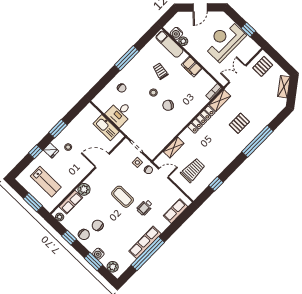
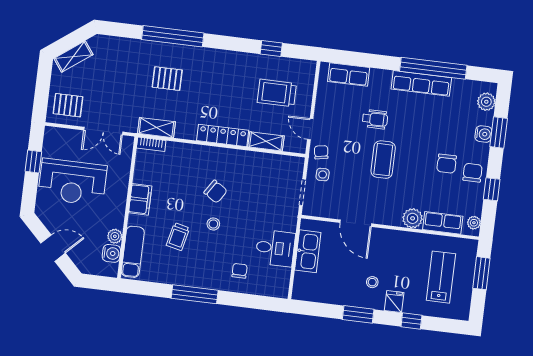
locker: (201, 120) -> (223, 135), moved

